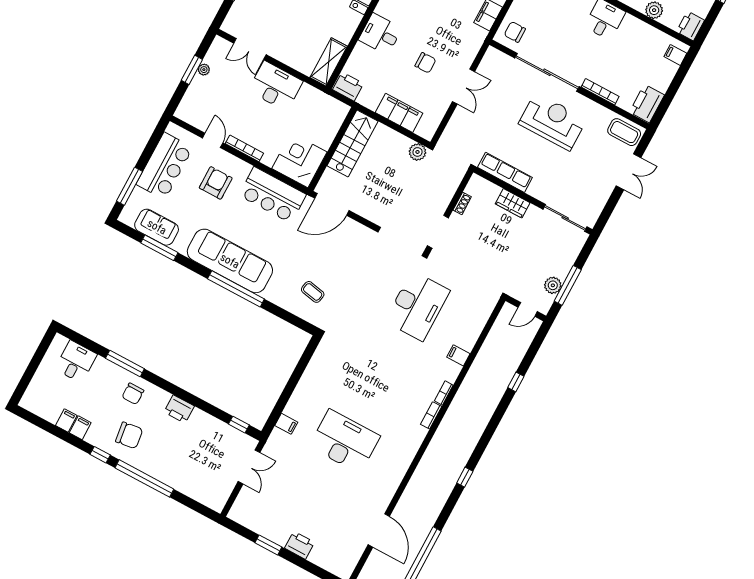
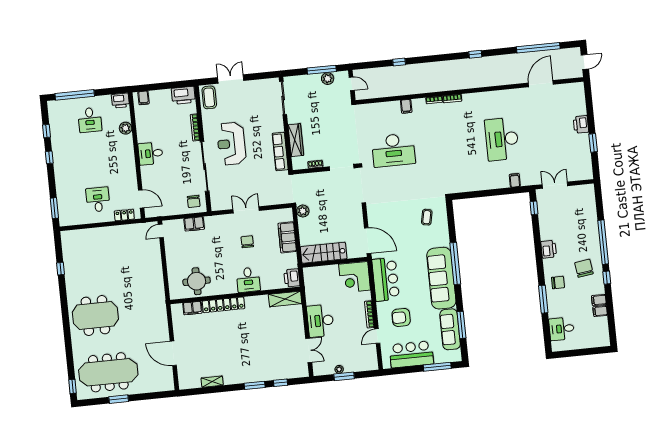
wardrobe: (513, 203) -> (296, 140), width x1.50
sofa: (157, 227) -> (450, 329), width x1.36
desk: (417, 306) -> (393, 150), turned 180

